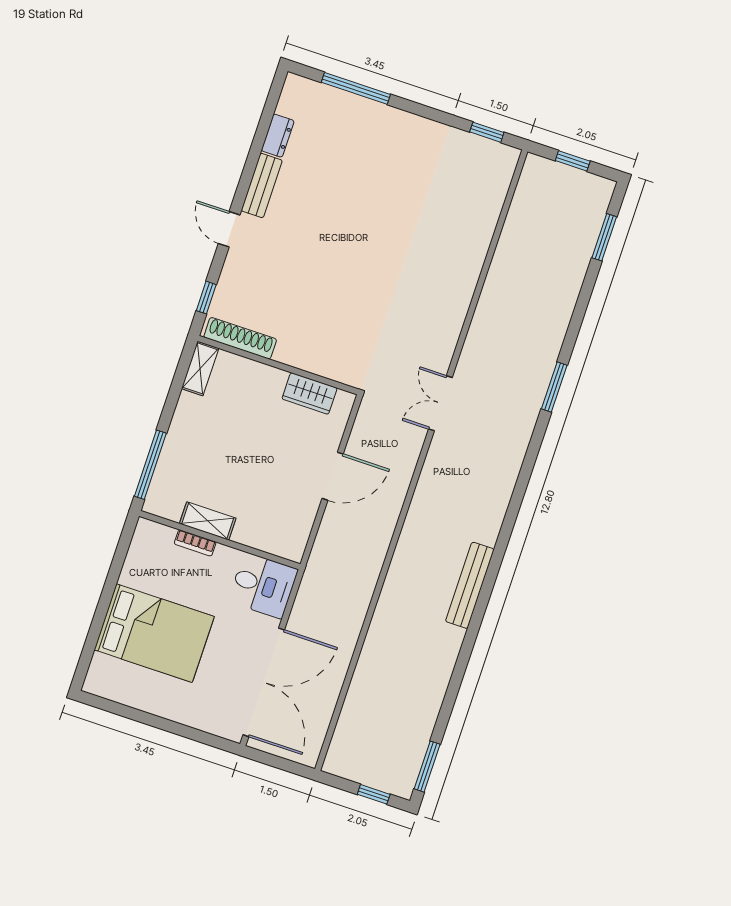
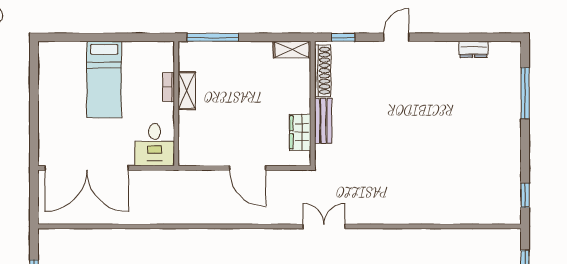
bench: (262, 186) -> (323, 121), moved, turned 90
bed: (154, 633) -> (104, 80), width x0.67

